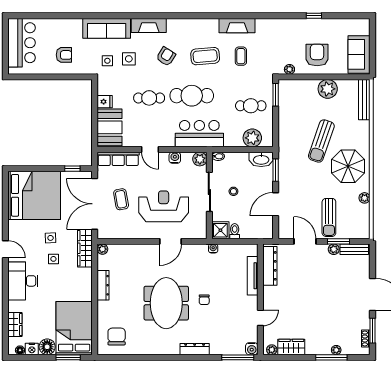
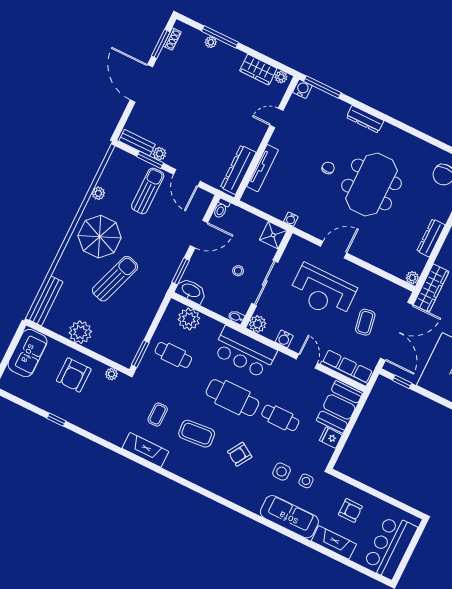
fireplace: (149, 25) -> (334, 543), moved
armchair: (64, 55) -> (350, 510), turned 180
toilet: (235, 231) -> (221, 208), moved

